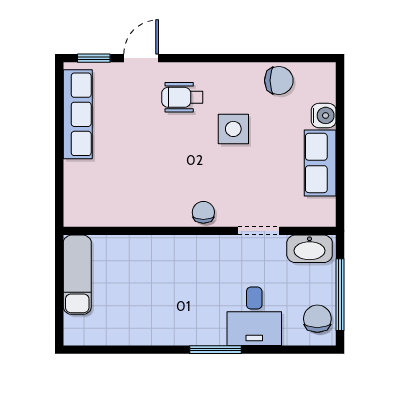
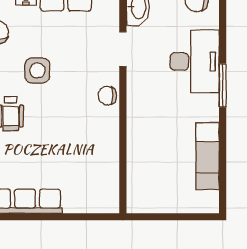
exam couch: (77, 275) -> (208, 156), moved, turned -90
desk: (254, 316) -> (195, 62), width x1.37

